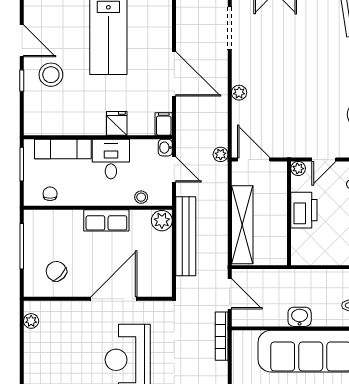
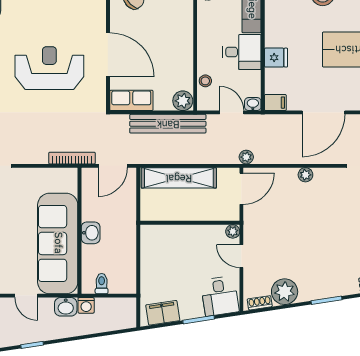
door: (174, 170) -> (232, 112), swing flipped
printer: (304, 210) -> (193, 237), removed
row of seats: (106, 220) -> (131, 100), moved, turned 90

